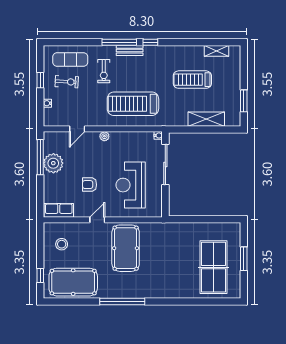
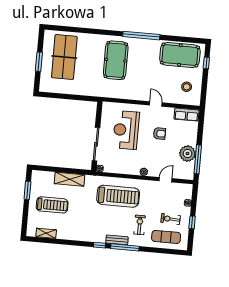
treadmill: (192, 80) -> (52, 205), moved
shelving: (206, 119) -> (70, 179), moved
reception desk: (131, 185) -> (126, 130), turned 180
door: (97, 220) -> (156, 104), swing flipped
pool table: (126, 248) -> (116, 60), moved

